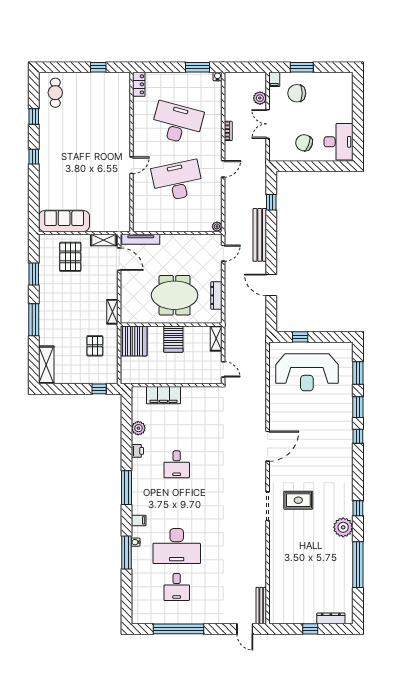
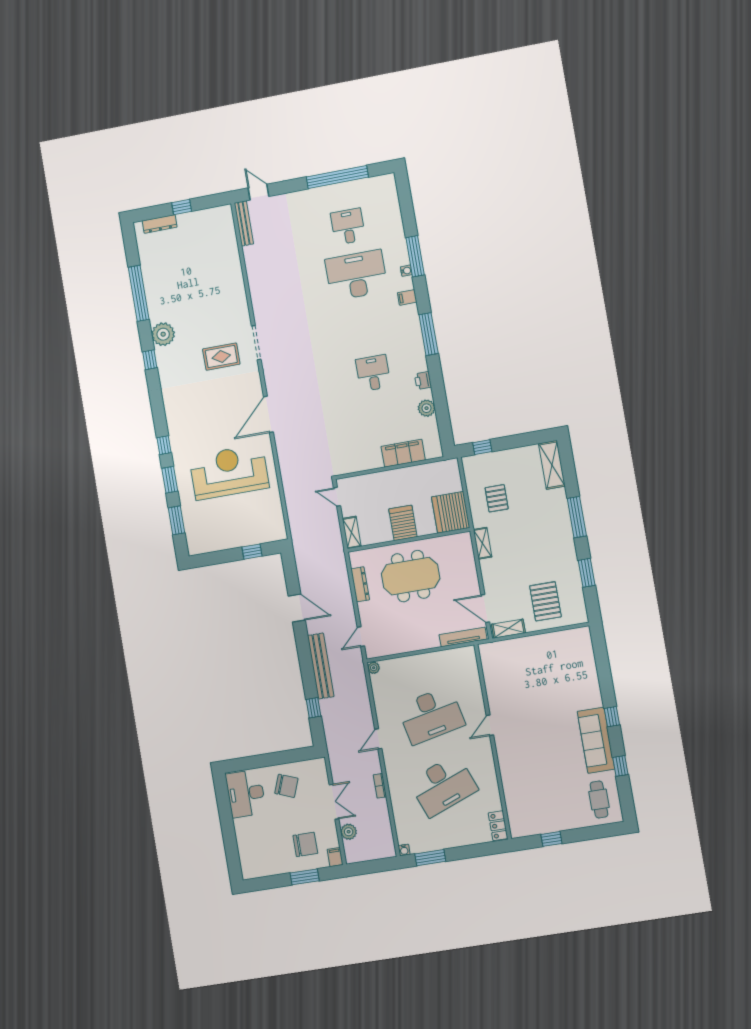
desk: (177, 123) -> (443, 786), turned -36
sofa: (64, 221) -> (596, 740), moved, turned 90
reception desk: (307, 372) -> (229, 472), moved

